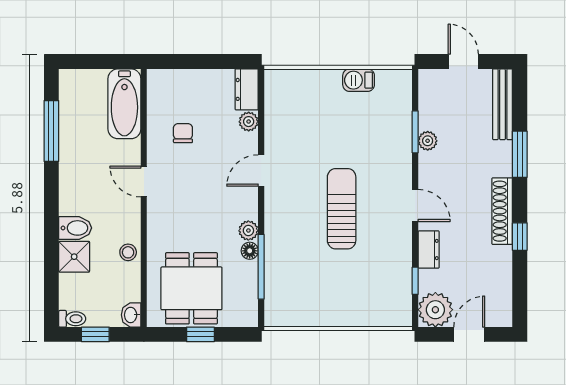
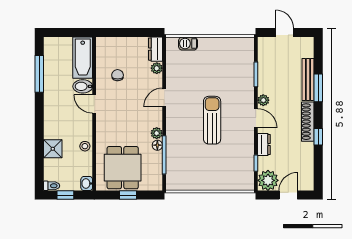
barbecue: (359, 80) -> (188, 44), moved
bench: (502, 104) -> (308, 80), moved
plant: (428, 141) -> (263, 100), moved
bidet: (75, 228) -> (83, 86), moved, turned 180

